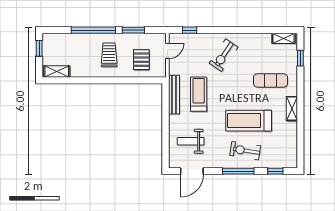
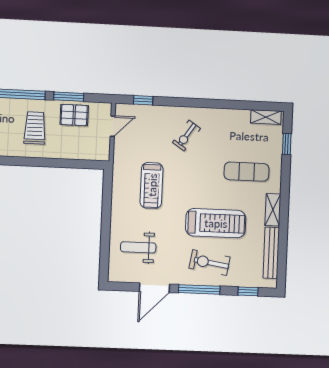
exercise bike: (224, 55) -> (187, 135), width x0.73, depth x0.72
pallet: (141, 60) -> (74, 115), moved, turned 90
treadmill: (199, 94) -> (152, 185), turned 180
bench: (174, 95) -> (271, 253), moved
treadmill: (249, 121) -> (216, 223), turned 180
door: (192, 171) -> (154, 288), moved

